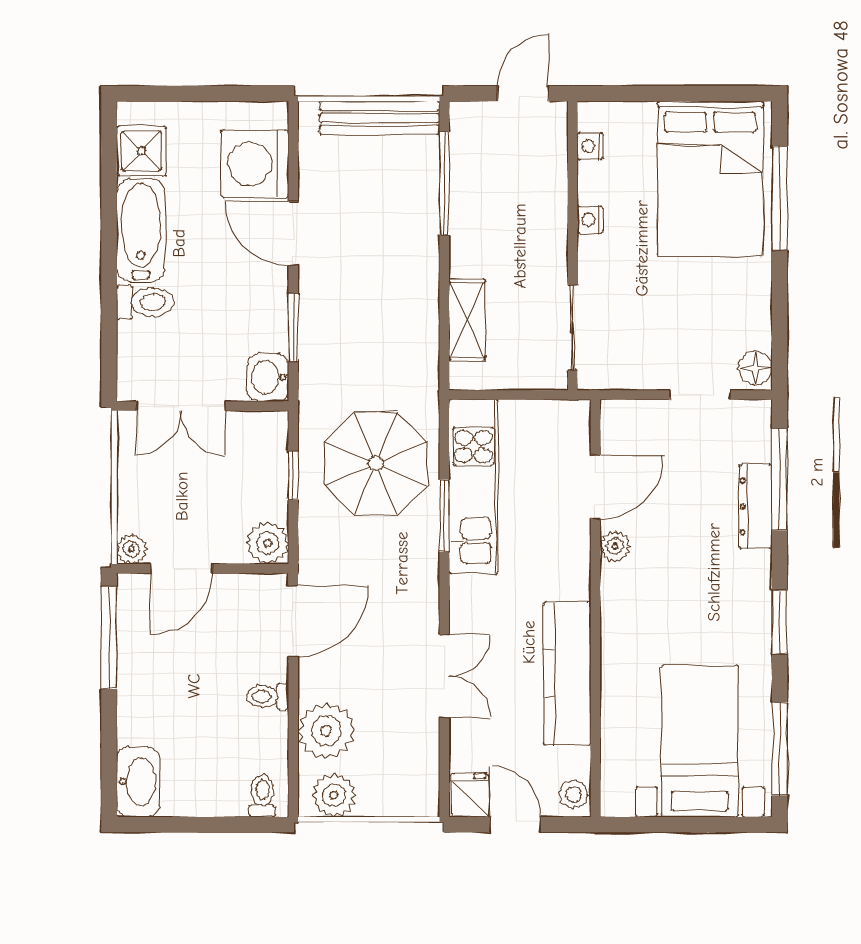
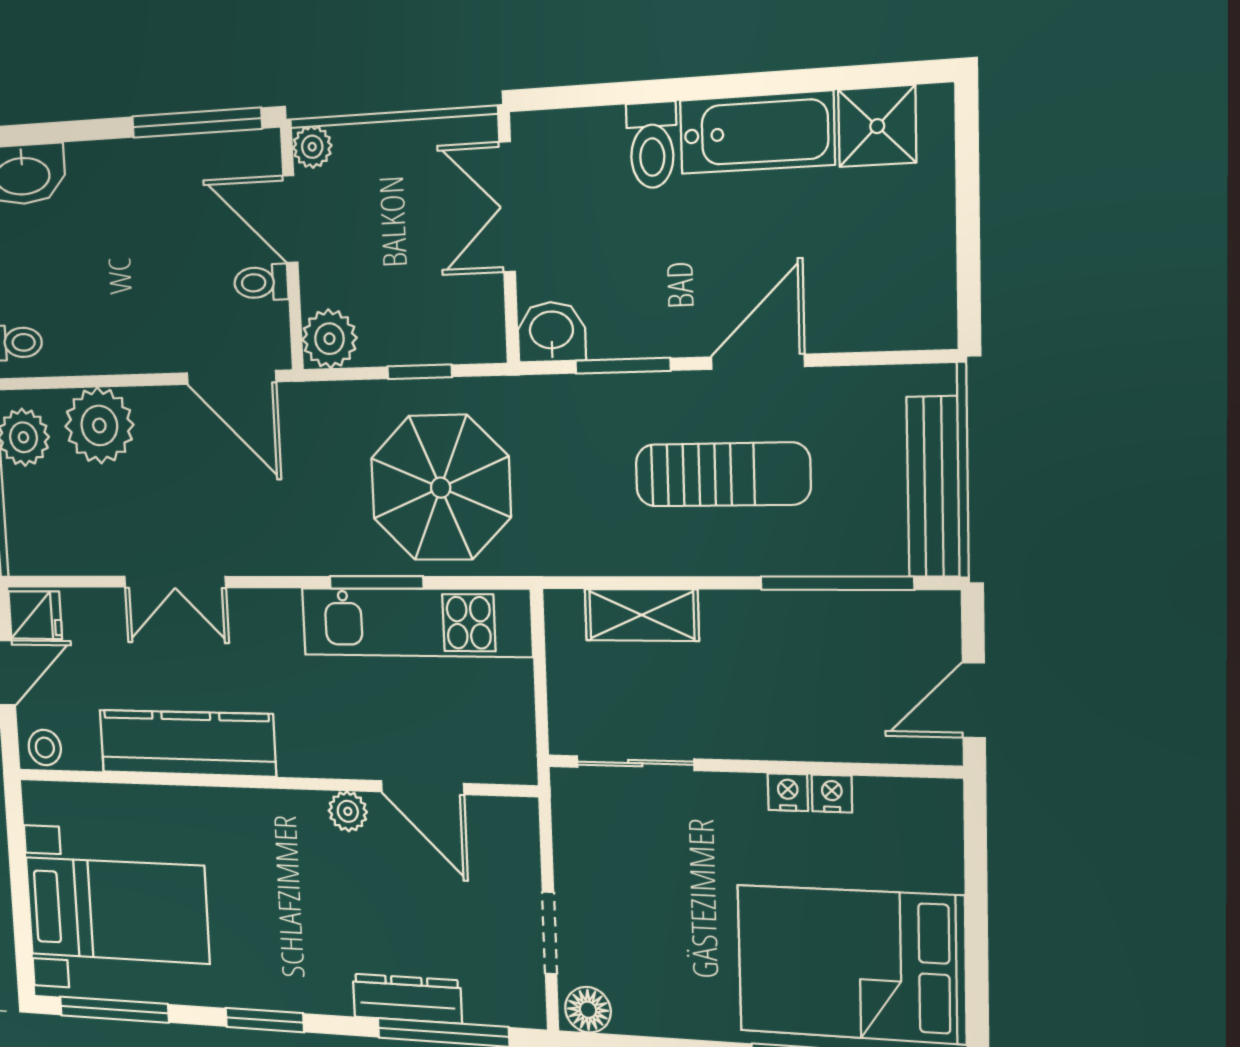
door: (523, 94) -> (974, 700), swing flipped
nightstand: (590, 146) -> (832, 794), moved
washing machine: (255, 164) -> (861, 301), removed
sun lounger: (369, 260) -> (723, 474), added
toilet: (268, 697) -> (261, 283), moved, turned -90

